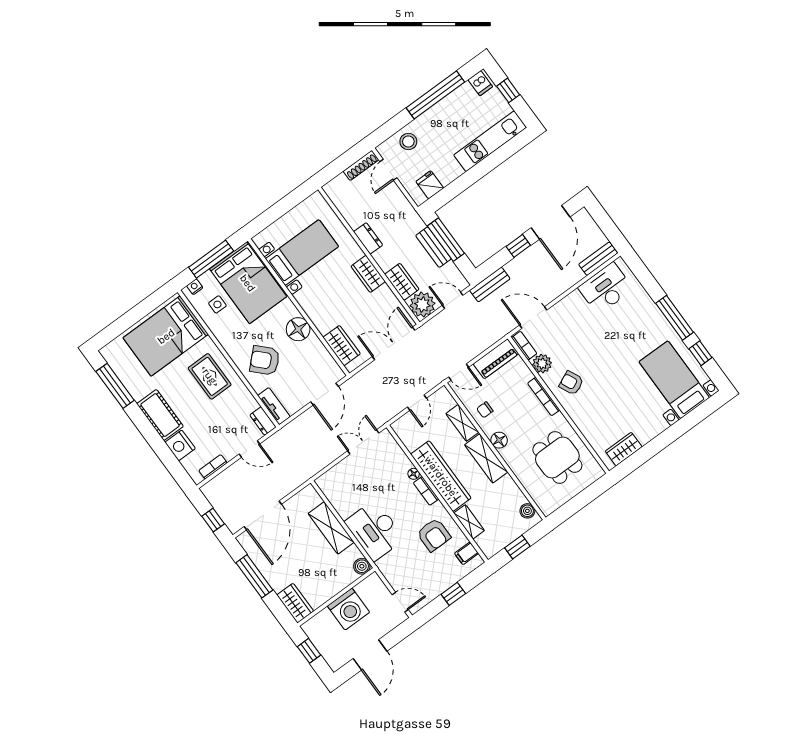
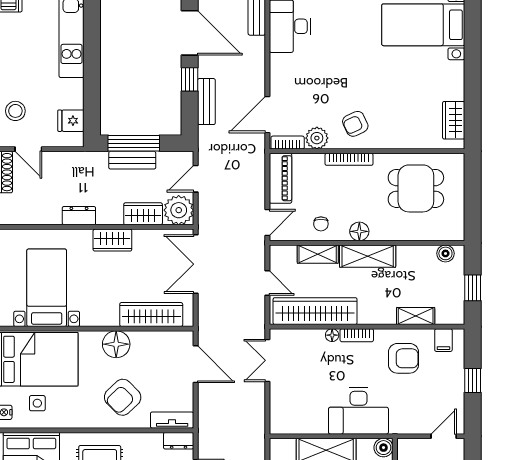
bench: (490, 285) -> (206, 102), moved
wardrobe: (342, 346) -> (151, 315), width x1.50
wardrobe: (441, 476) -> (315, 311), moved

